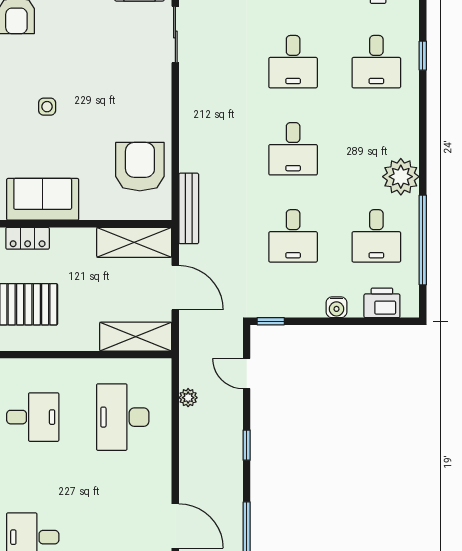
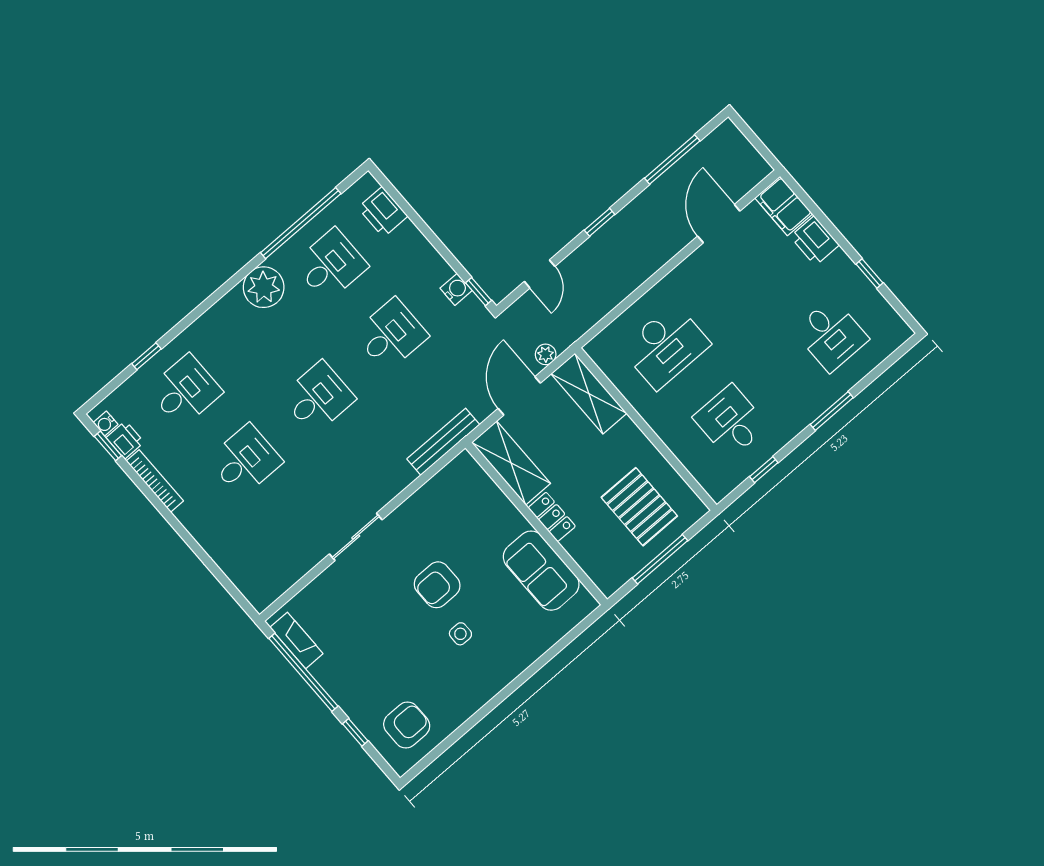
sliding door: (175, 34) -> (356, 537), moved
armchair: (140, 167) -> (437, 585), moved, width x0.73, depth x0.73
locker: (28, 238) -> (552, 517), moved
water cooler: (337, 307) -> (456, 289), moved
plant: (188, 398) -> (546, 354), moved

